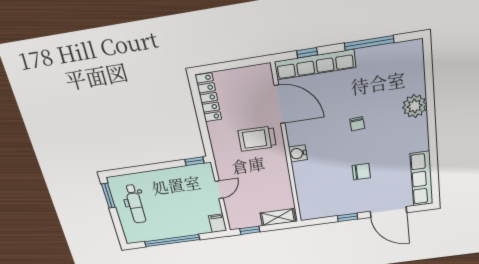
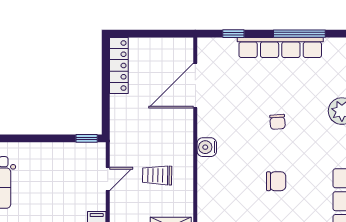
row of seats: (315, 65) -> (280, 48), moved
door: (280, 104) -> (195, 86), swing flipped
trolley: (257, 139) -> (157, 175), moved, width x0.73, depth x0.72

